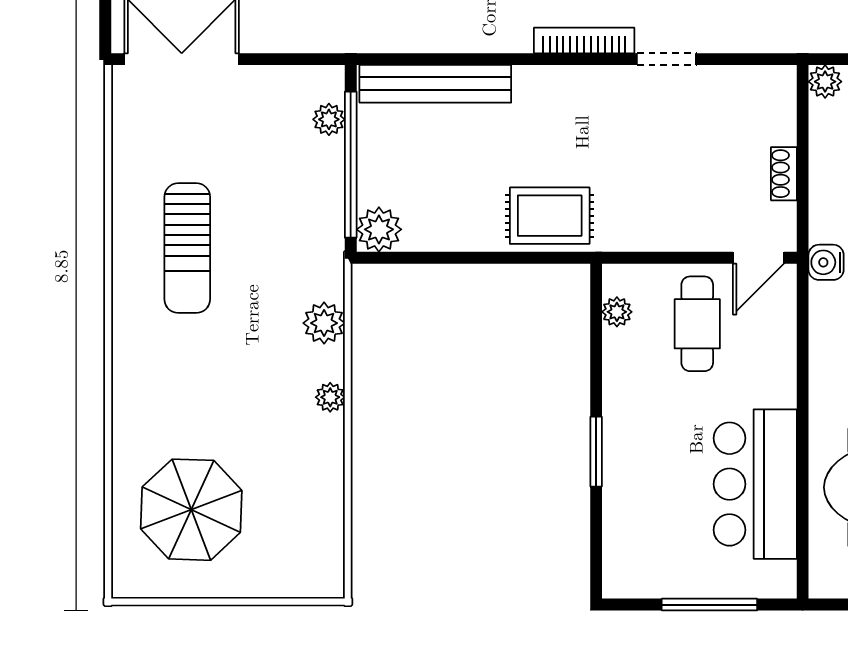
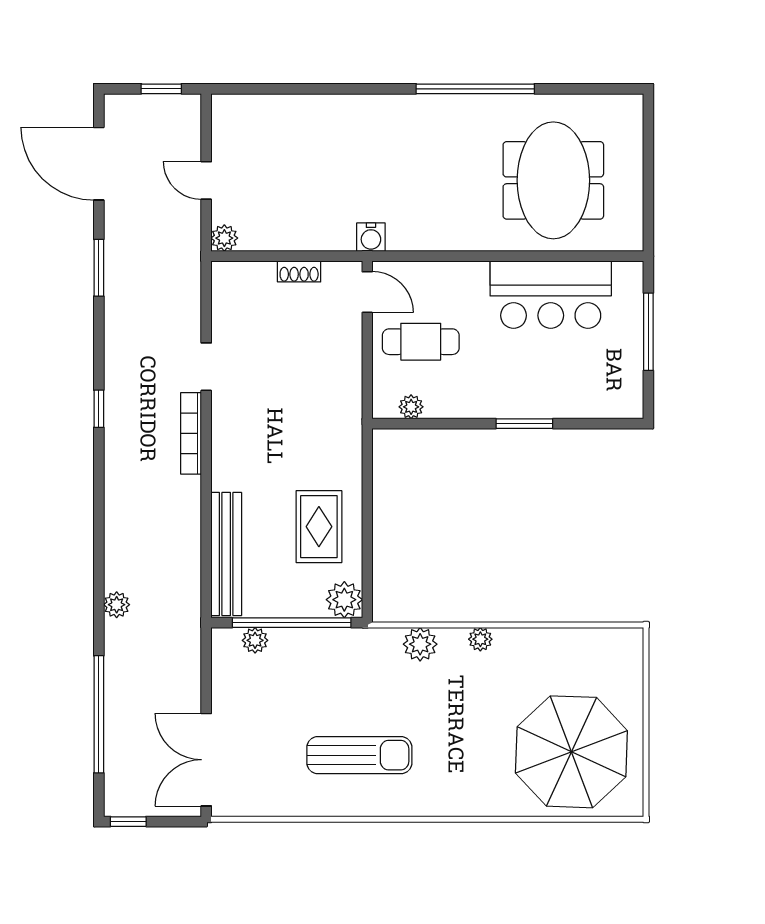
rug: (550, 216) -> (319, 527), moved
parasol: (191, 510) -> (571, 752), width x1.36, depth x1.36

